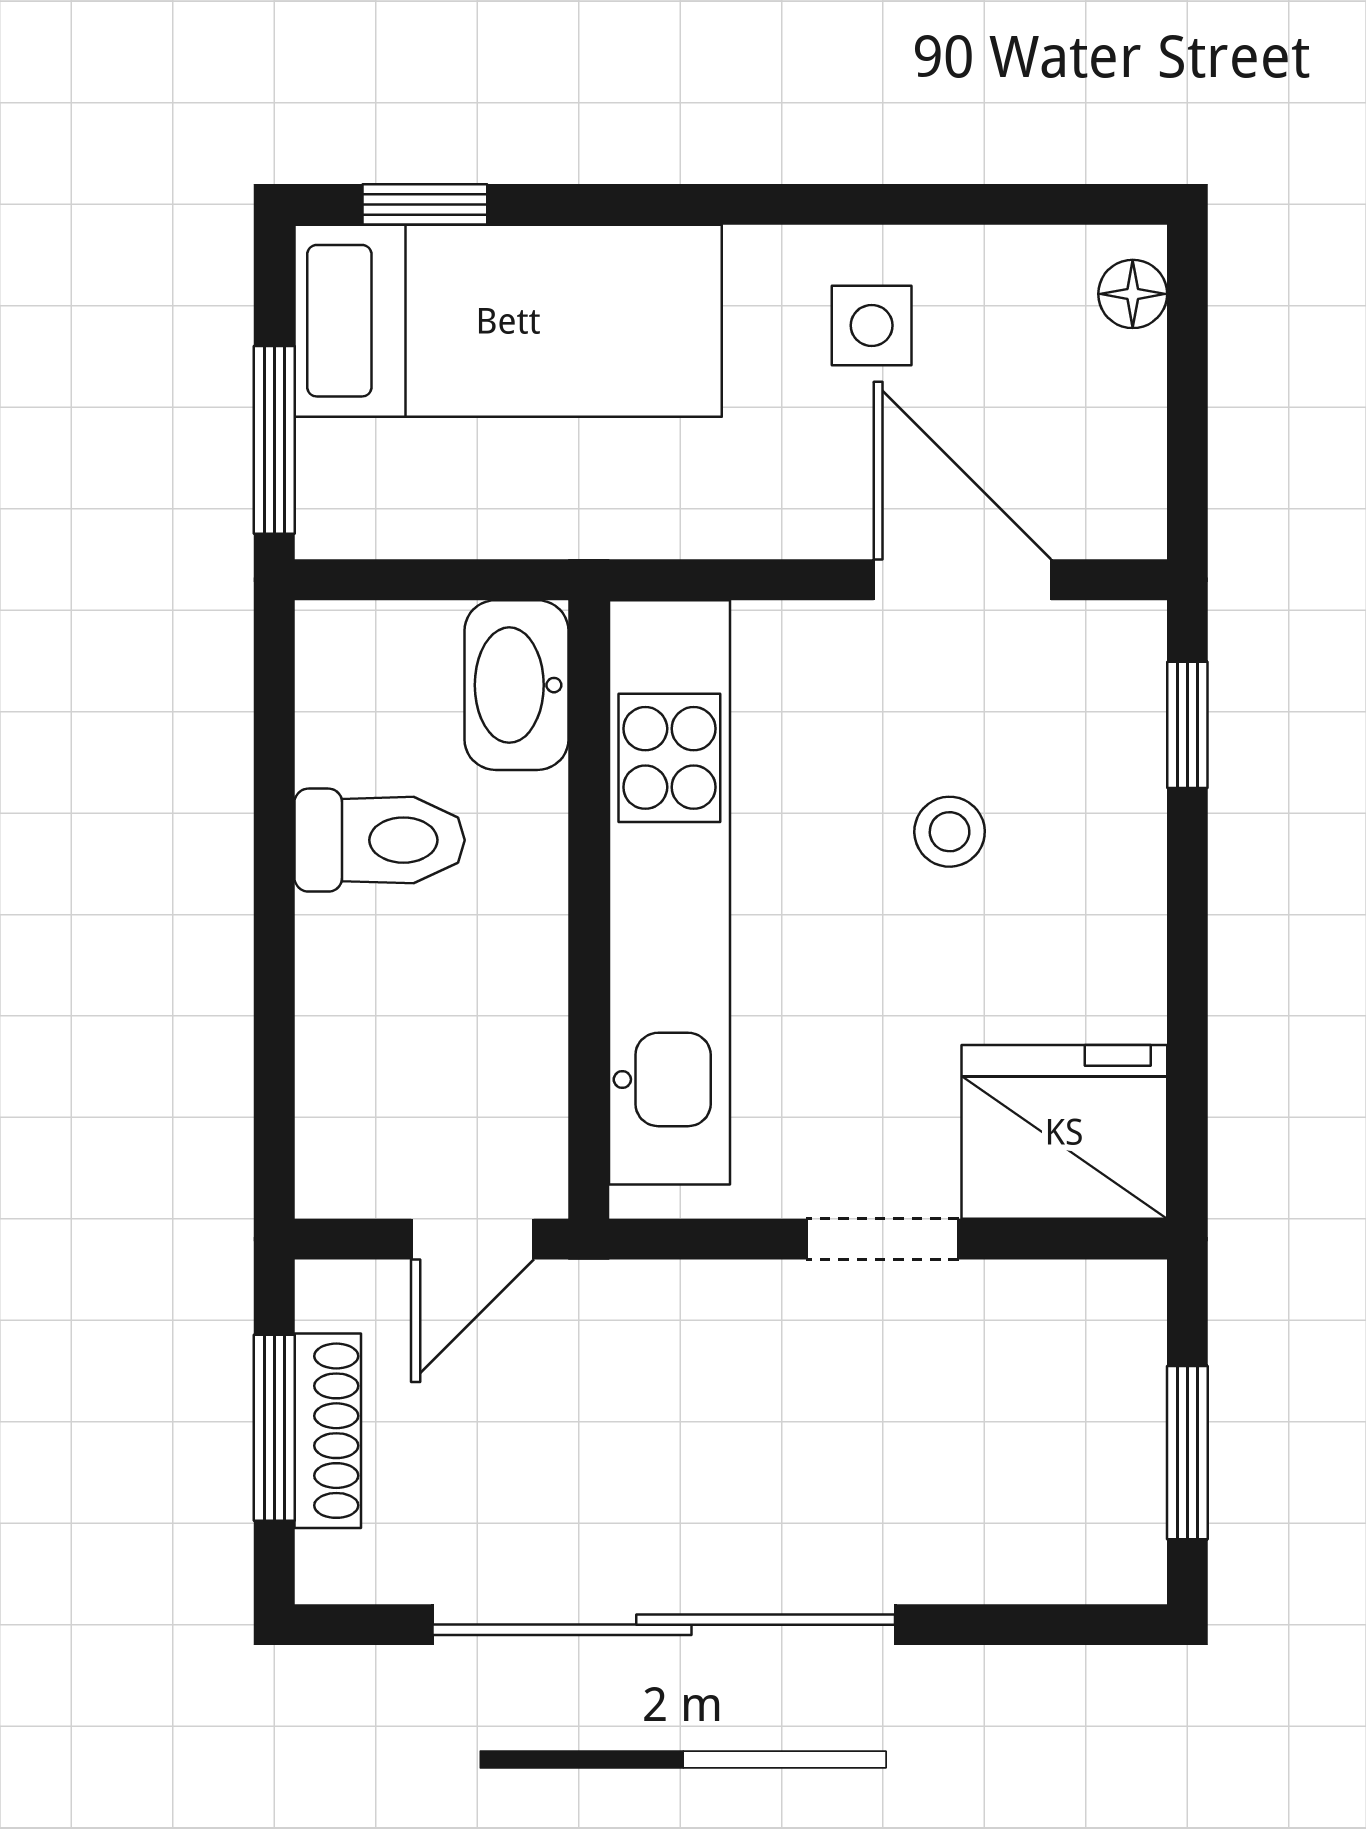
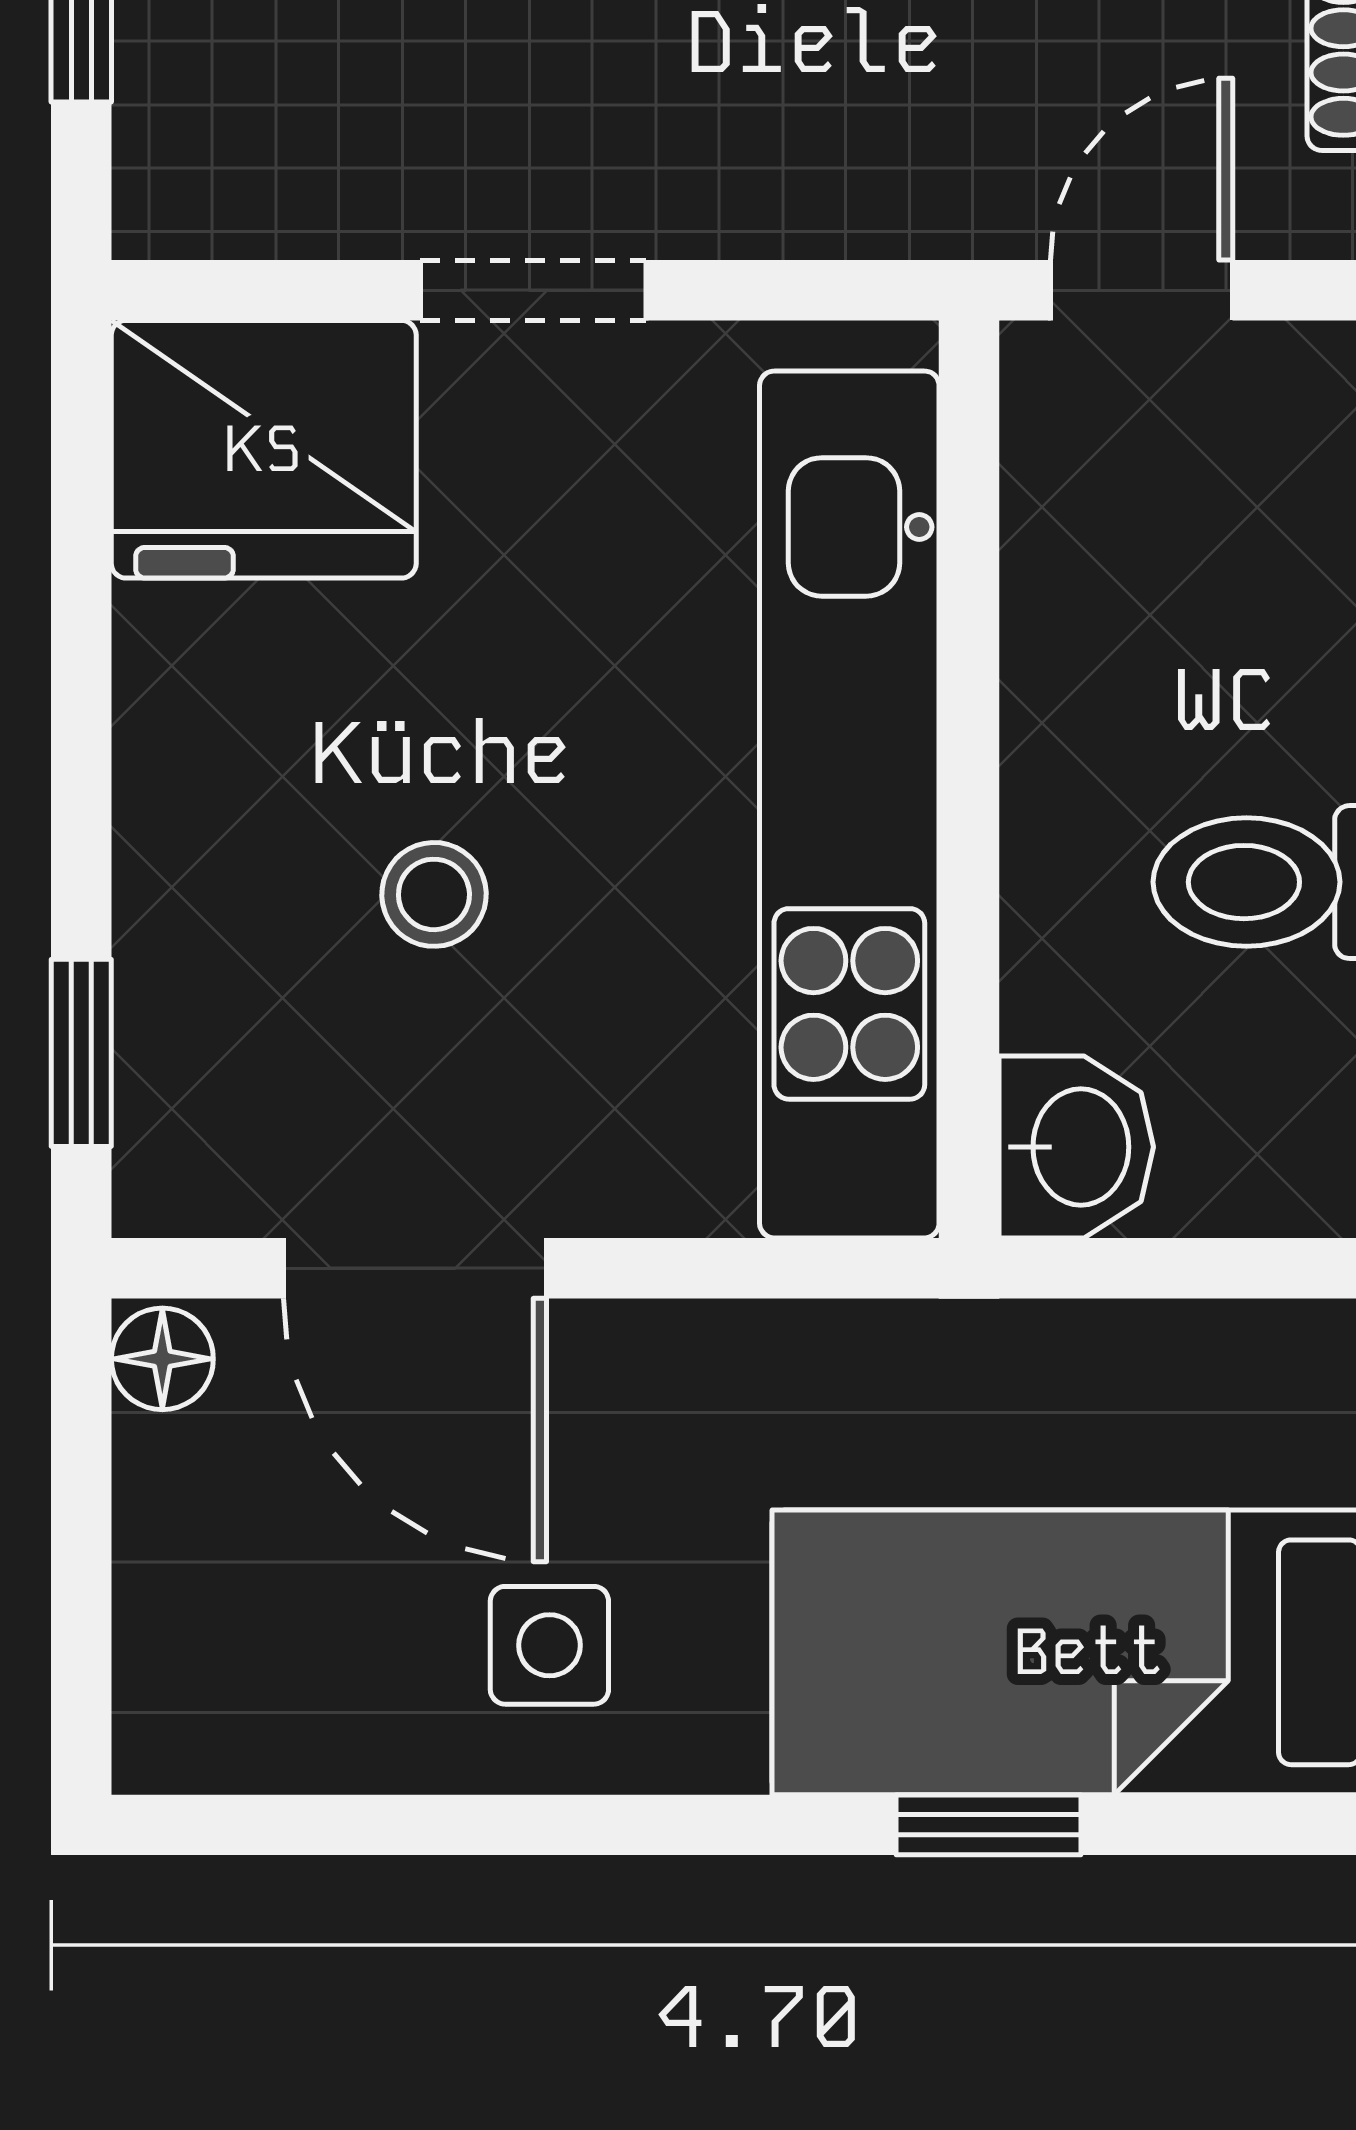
window: (425, 204) -> (989, 1825), moved
floor lamp: (1133, 294) -> (162, 1359), moved
washbasin: (516, 685) -> (1076, 1147), width x0.72

